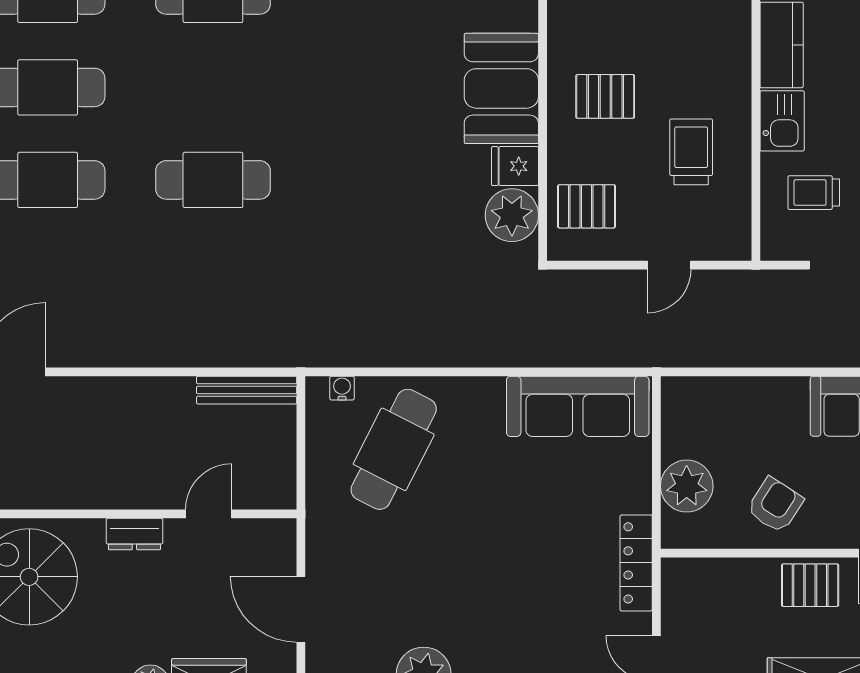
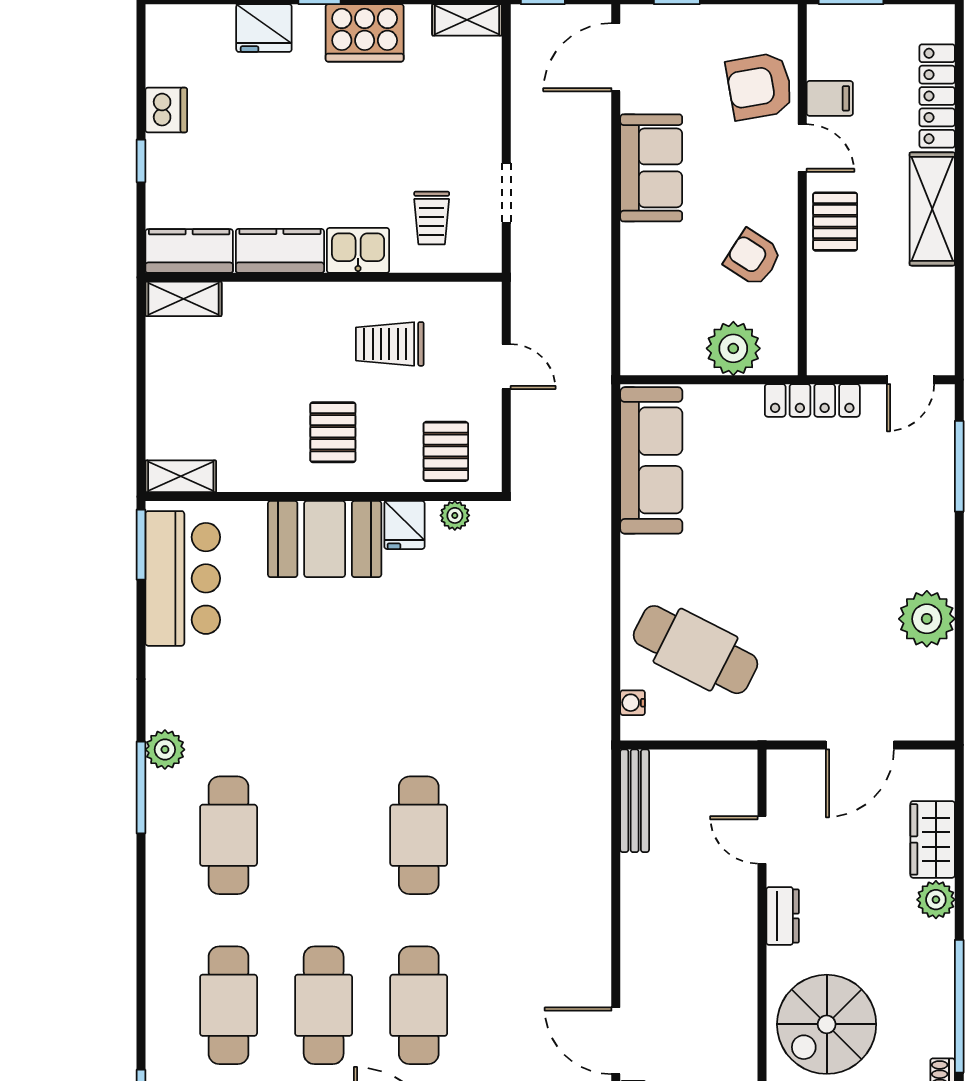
plant: (512, 215) -> (455, 515), width x0.53, depth x0.53

